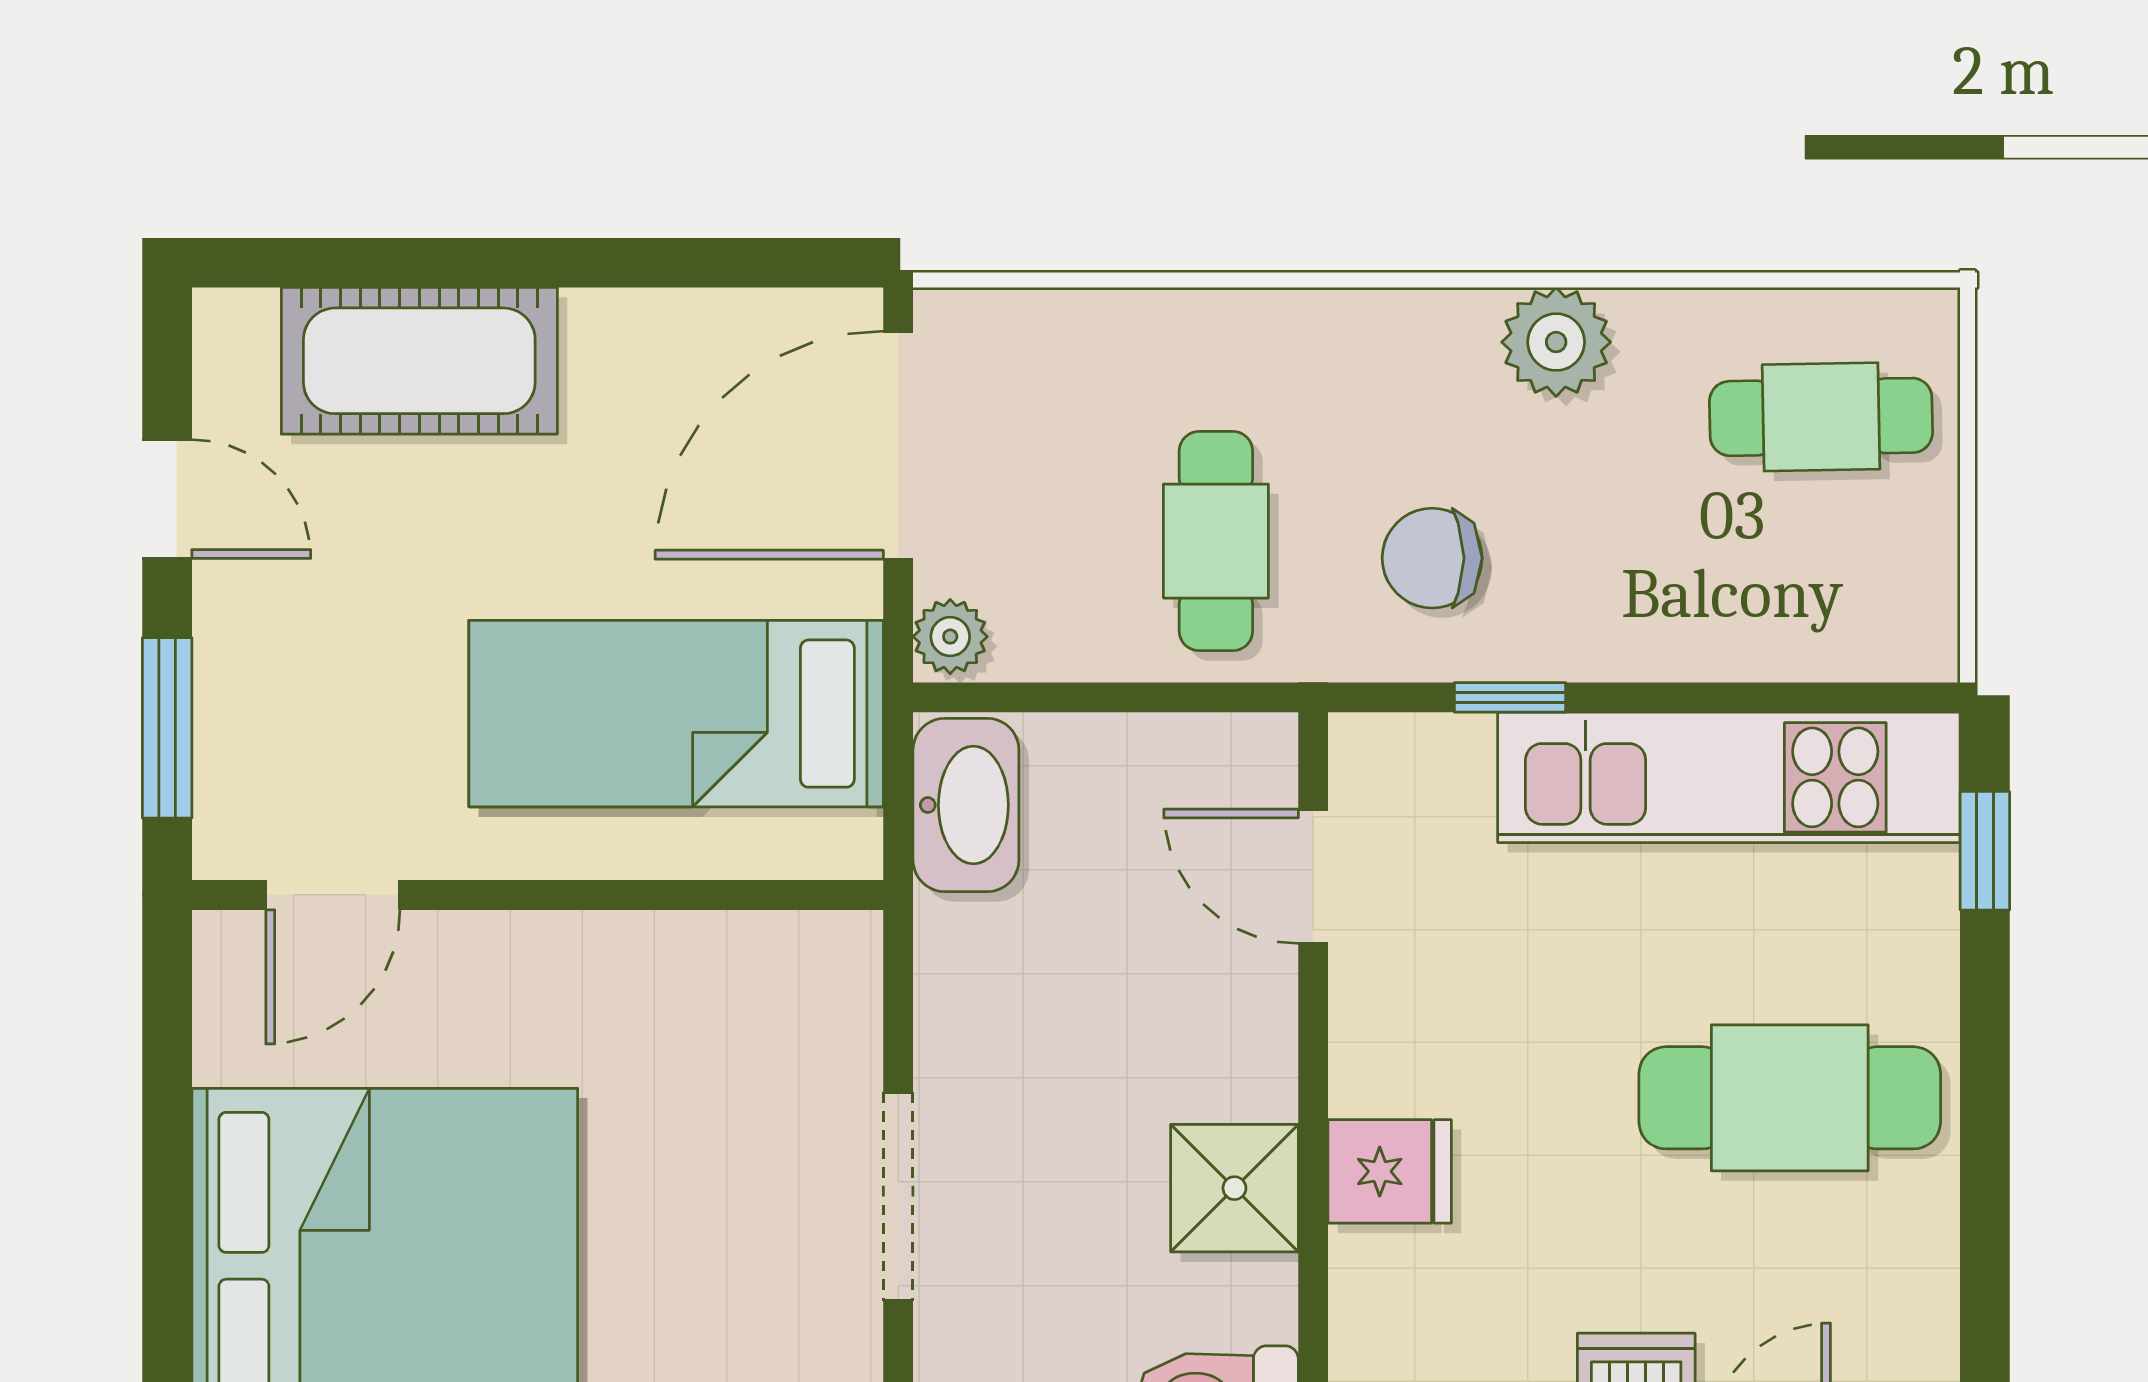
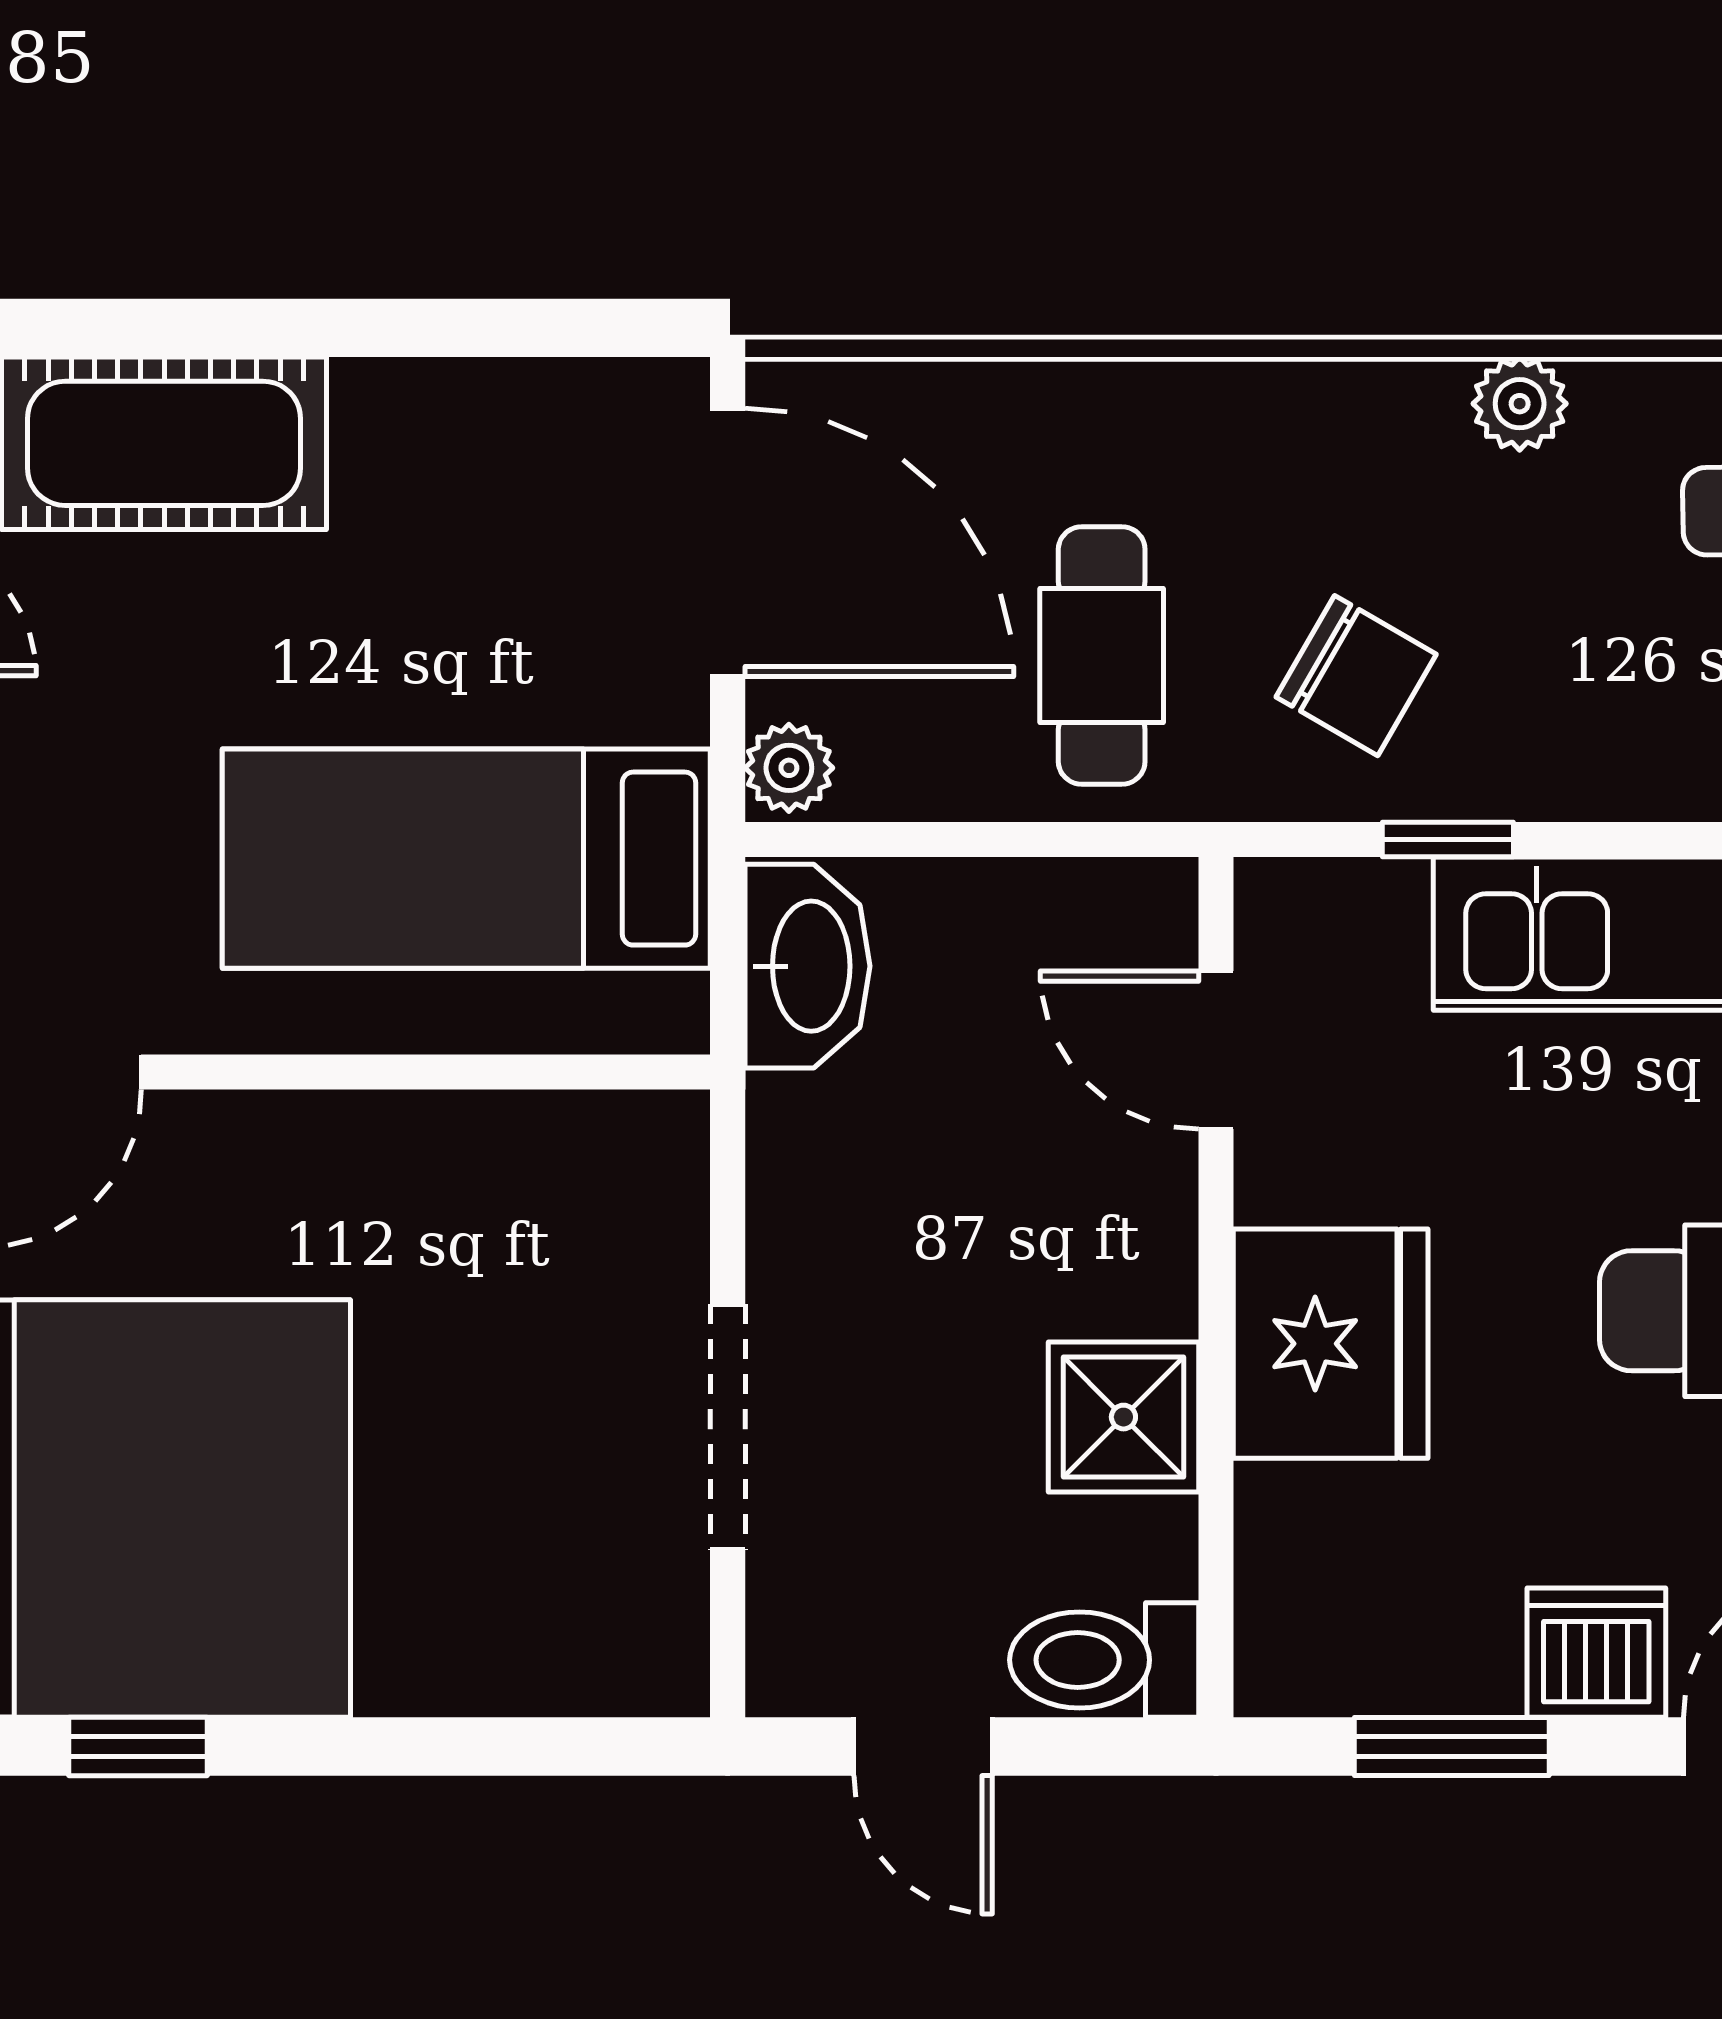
plant: (1556, 342) -> (1520, 404), width x0.73, depth x0.73
door: (898, 445) -> (728, 542), swing flipped
chair: (1432, 558) -> (1356, 676), turned -150
fridge: (1390, 1171) -> (1331, 1344), width x1.88, depth x1.34

